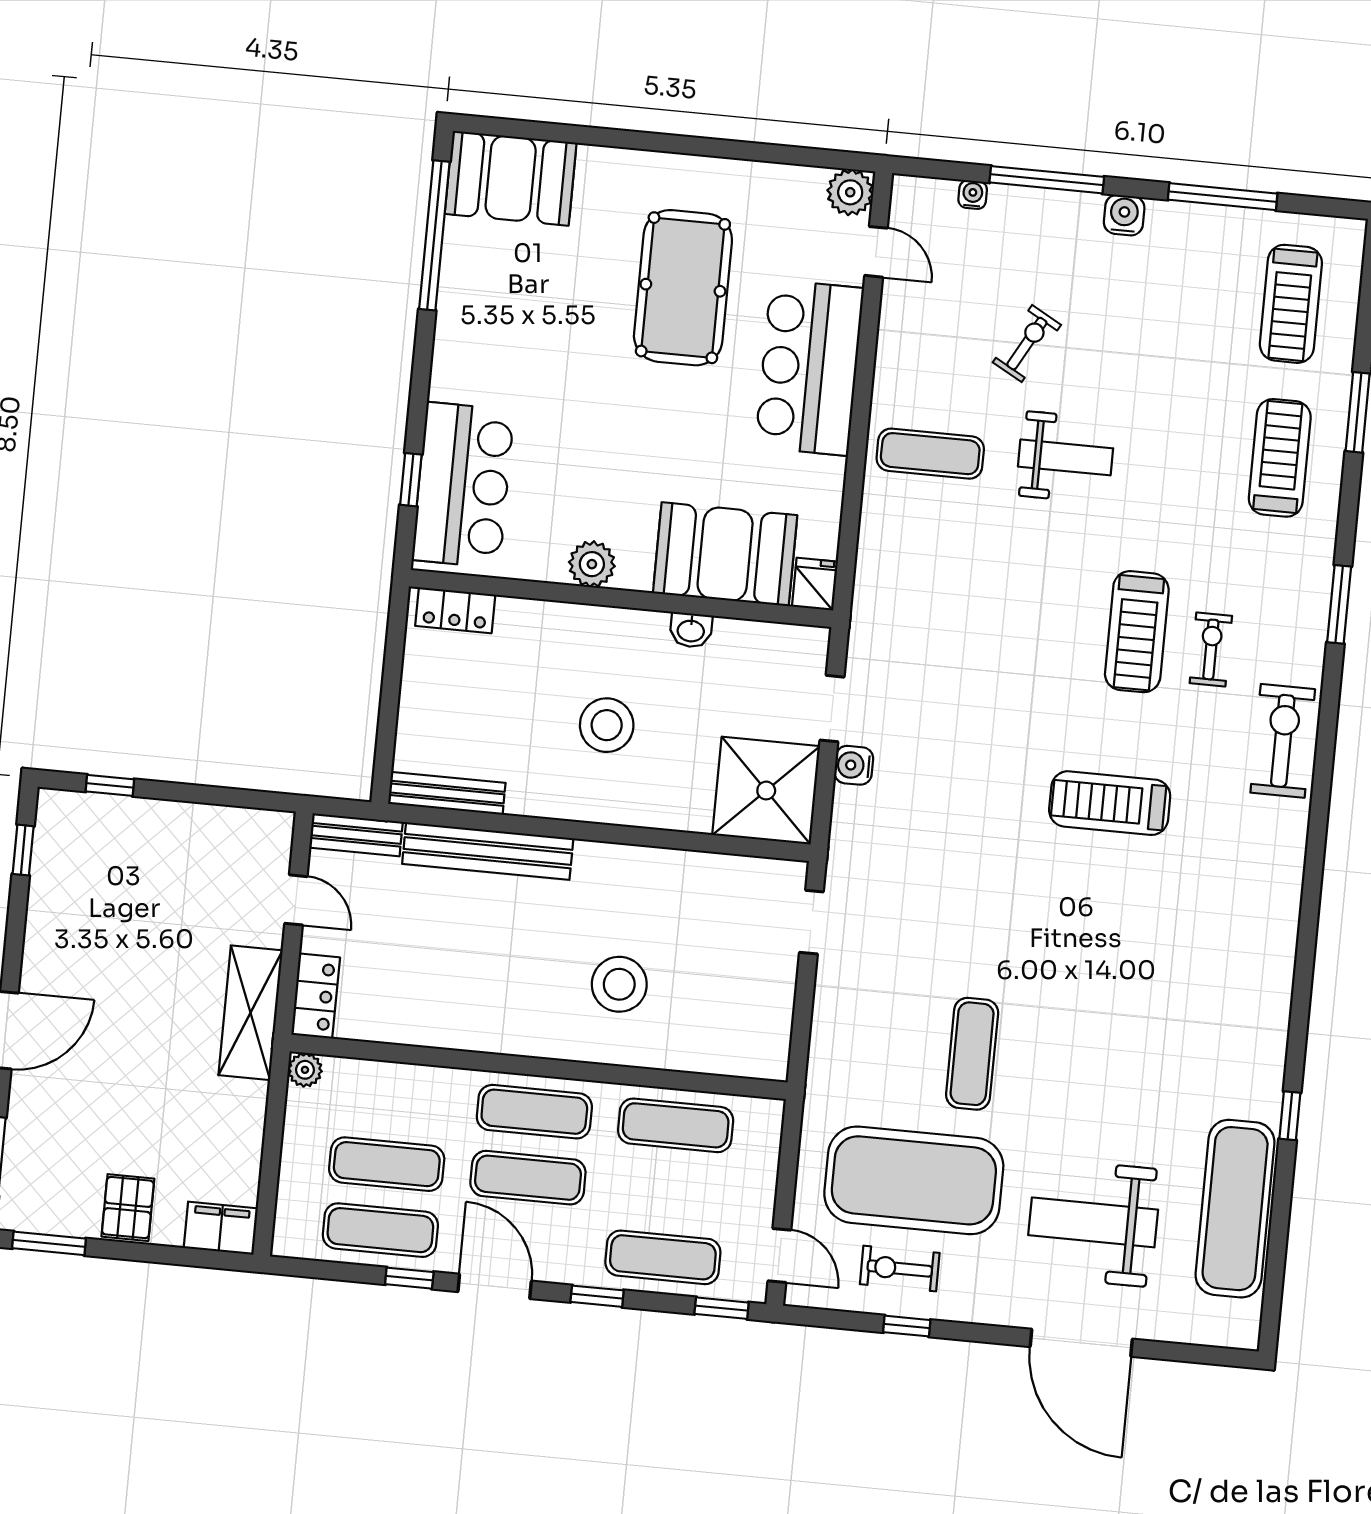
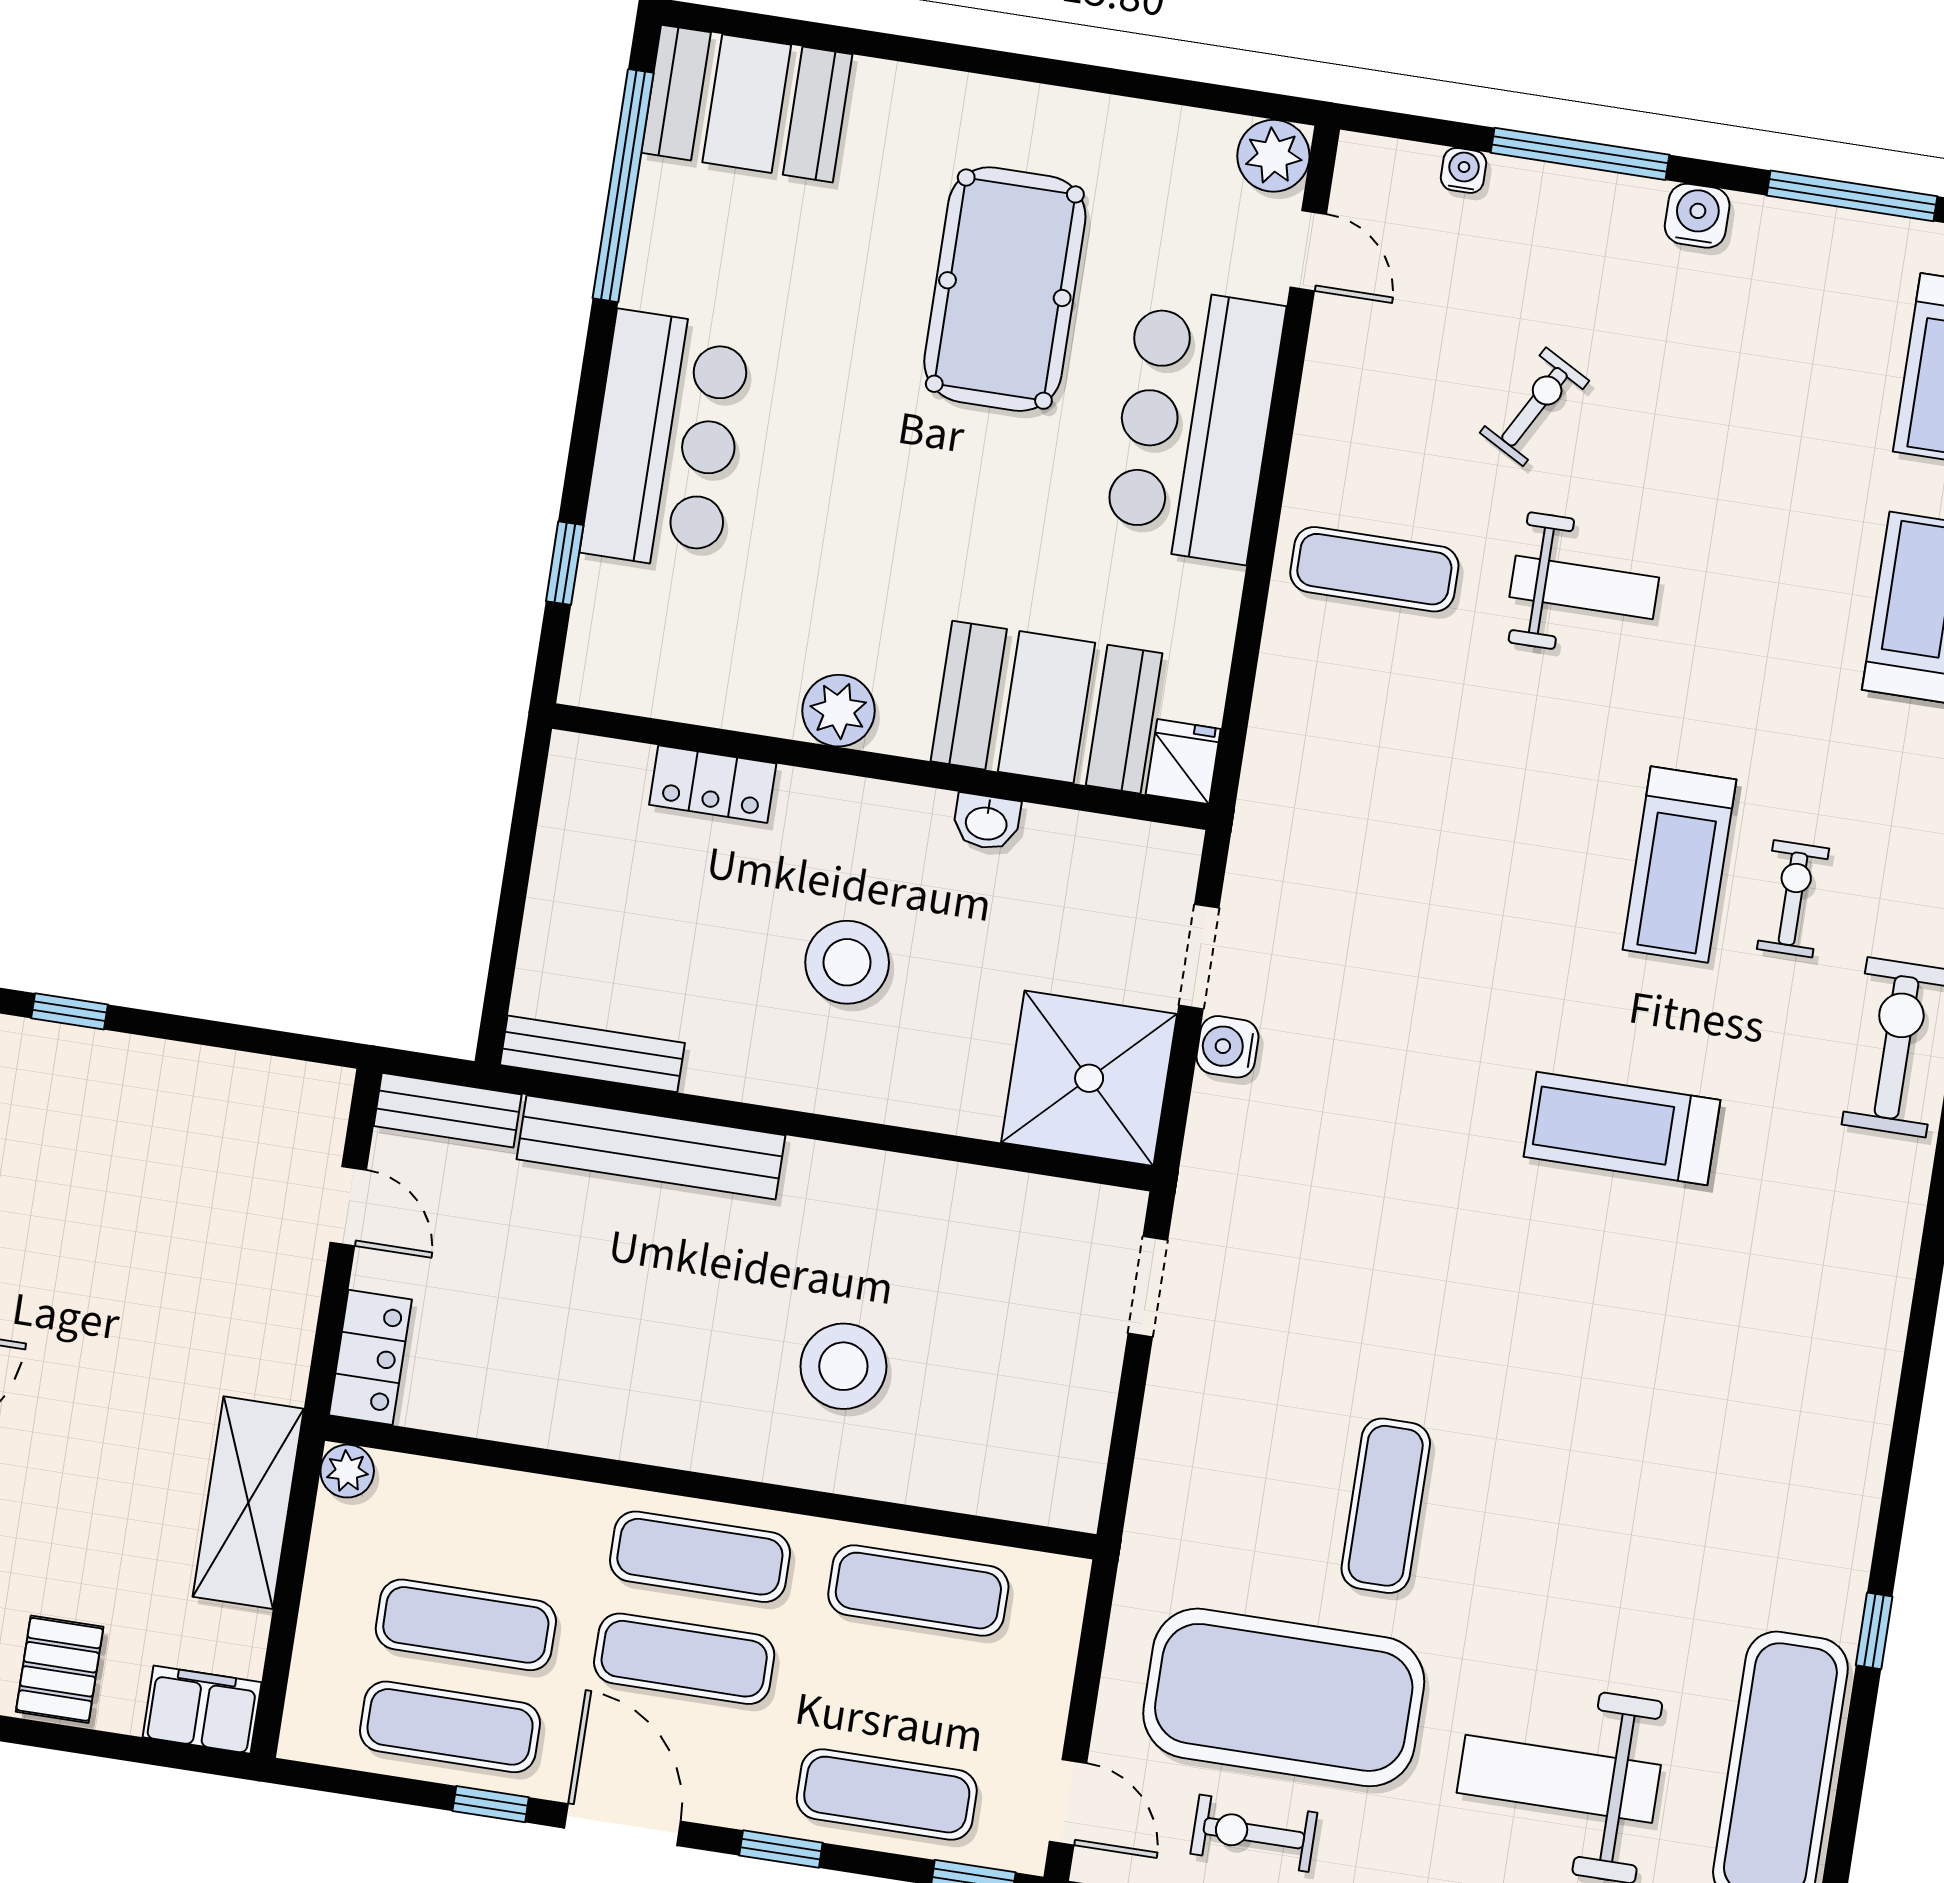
bar counter: (463, 485) -> (666, 441), moved
locker: (455, 610) -> (713, 784), moved
shelving: (250, 1013) -> (248, 1503), moved

